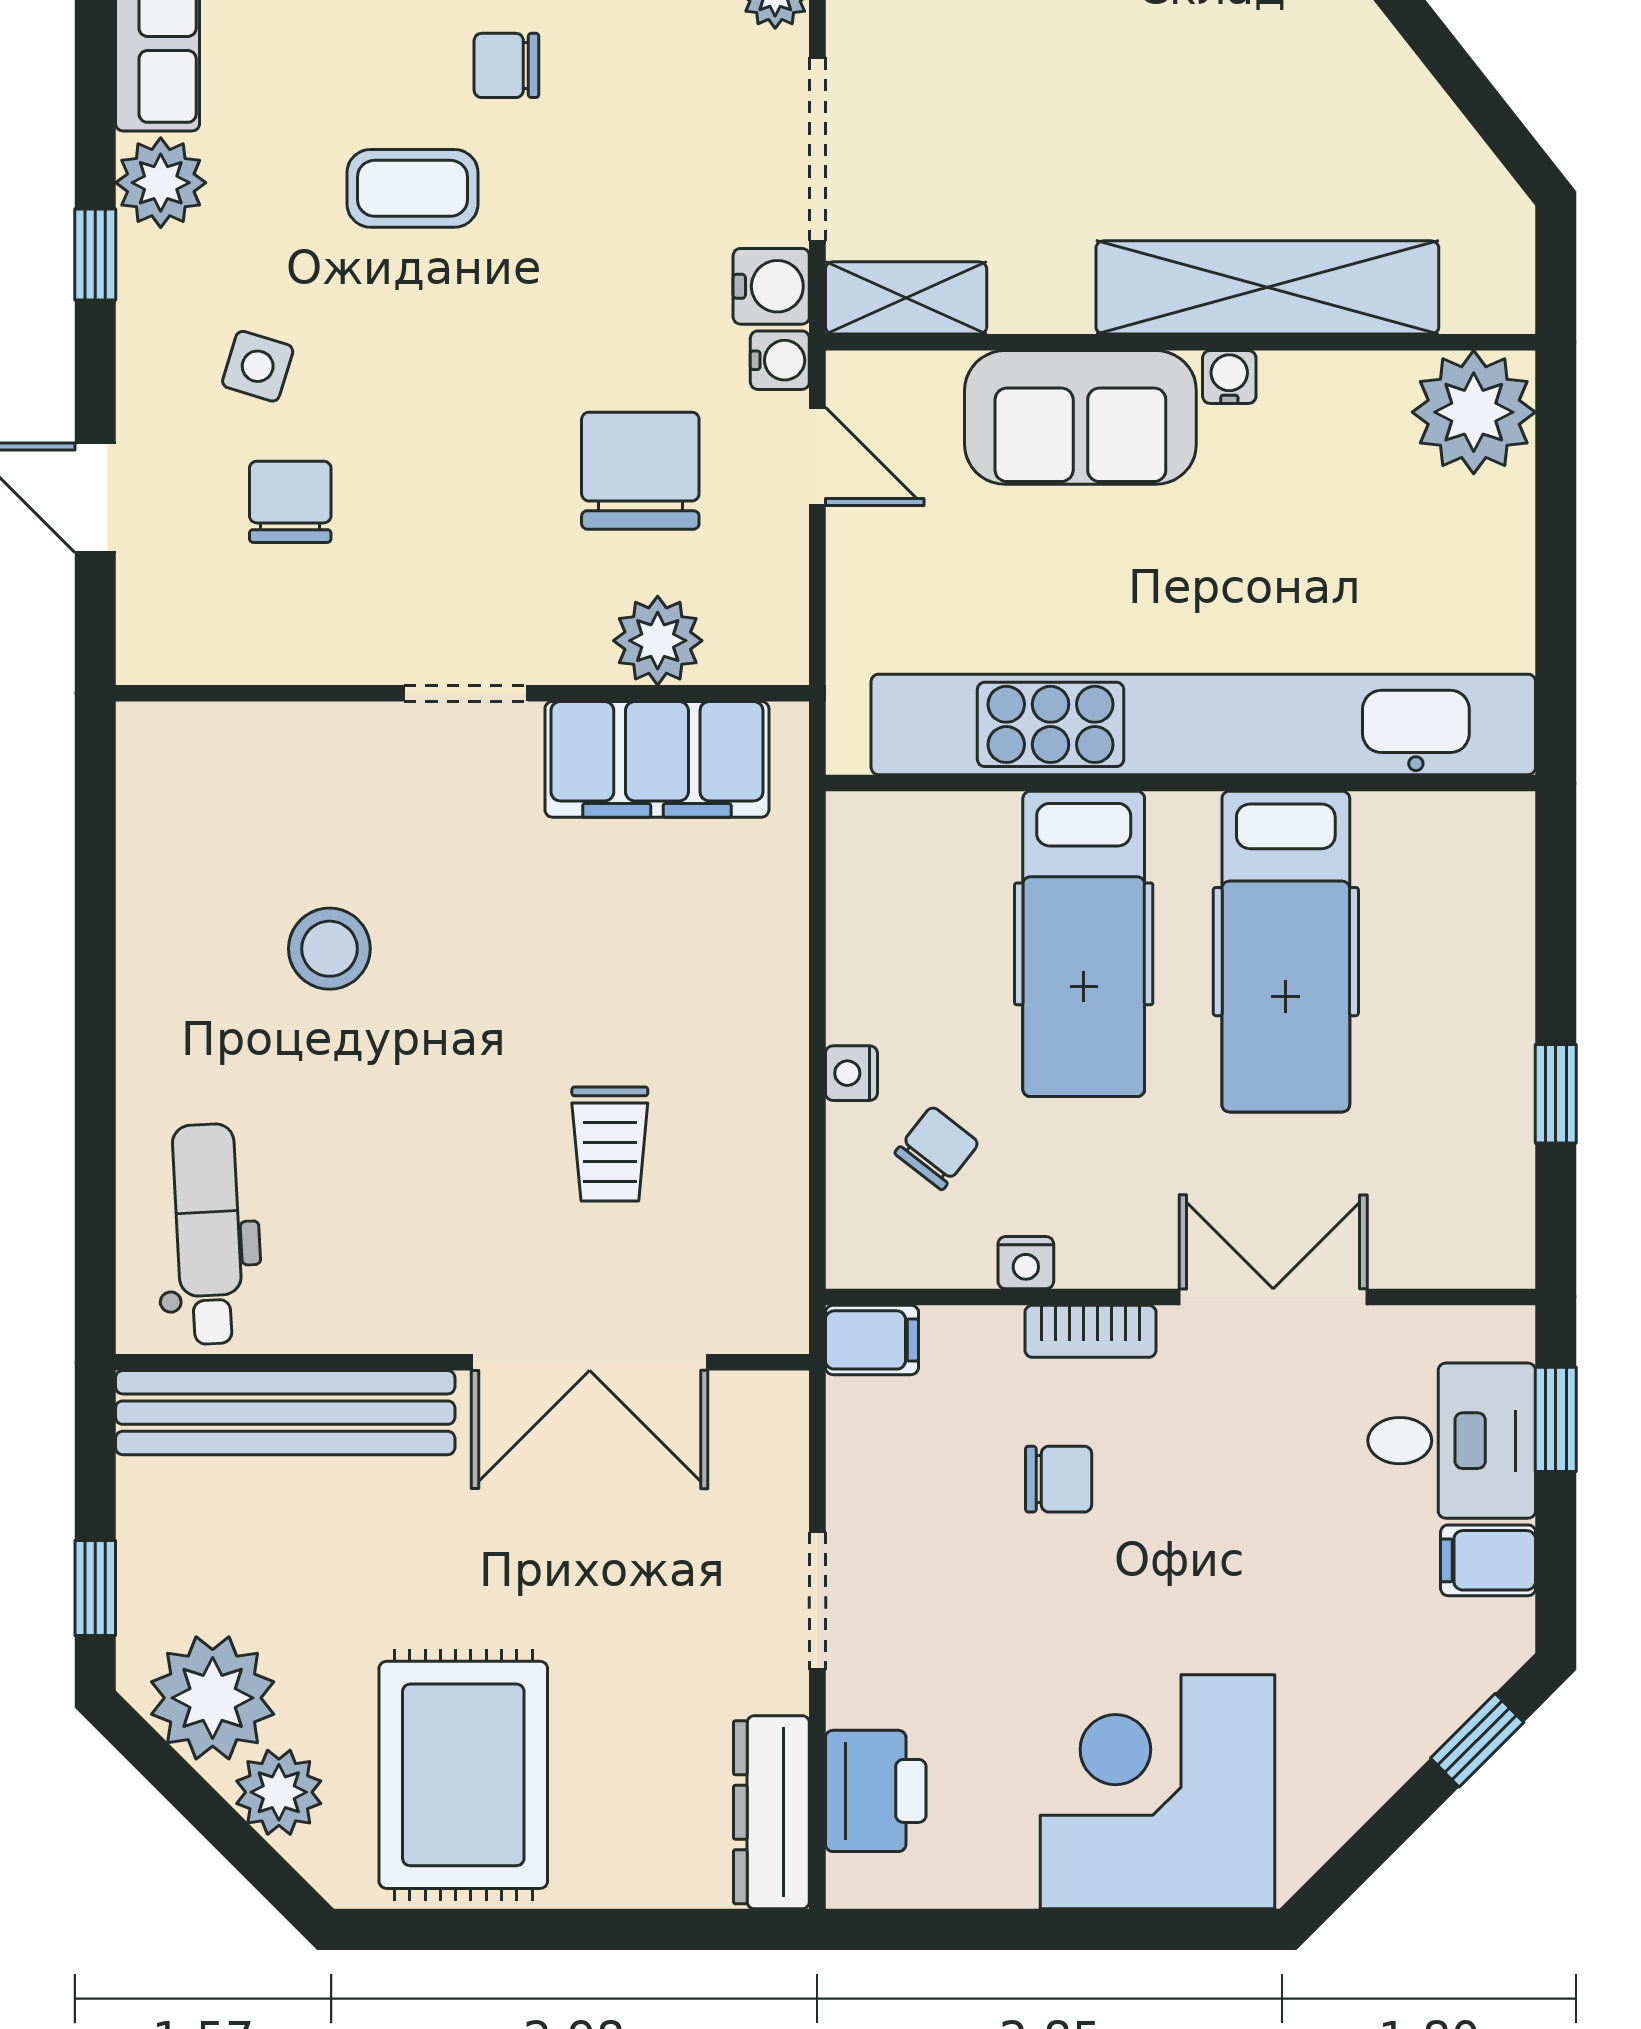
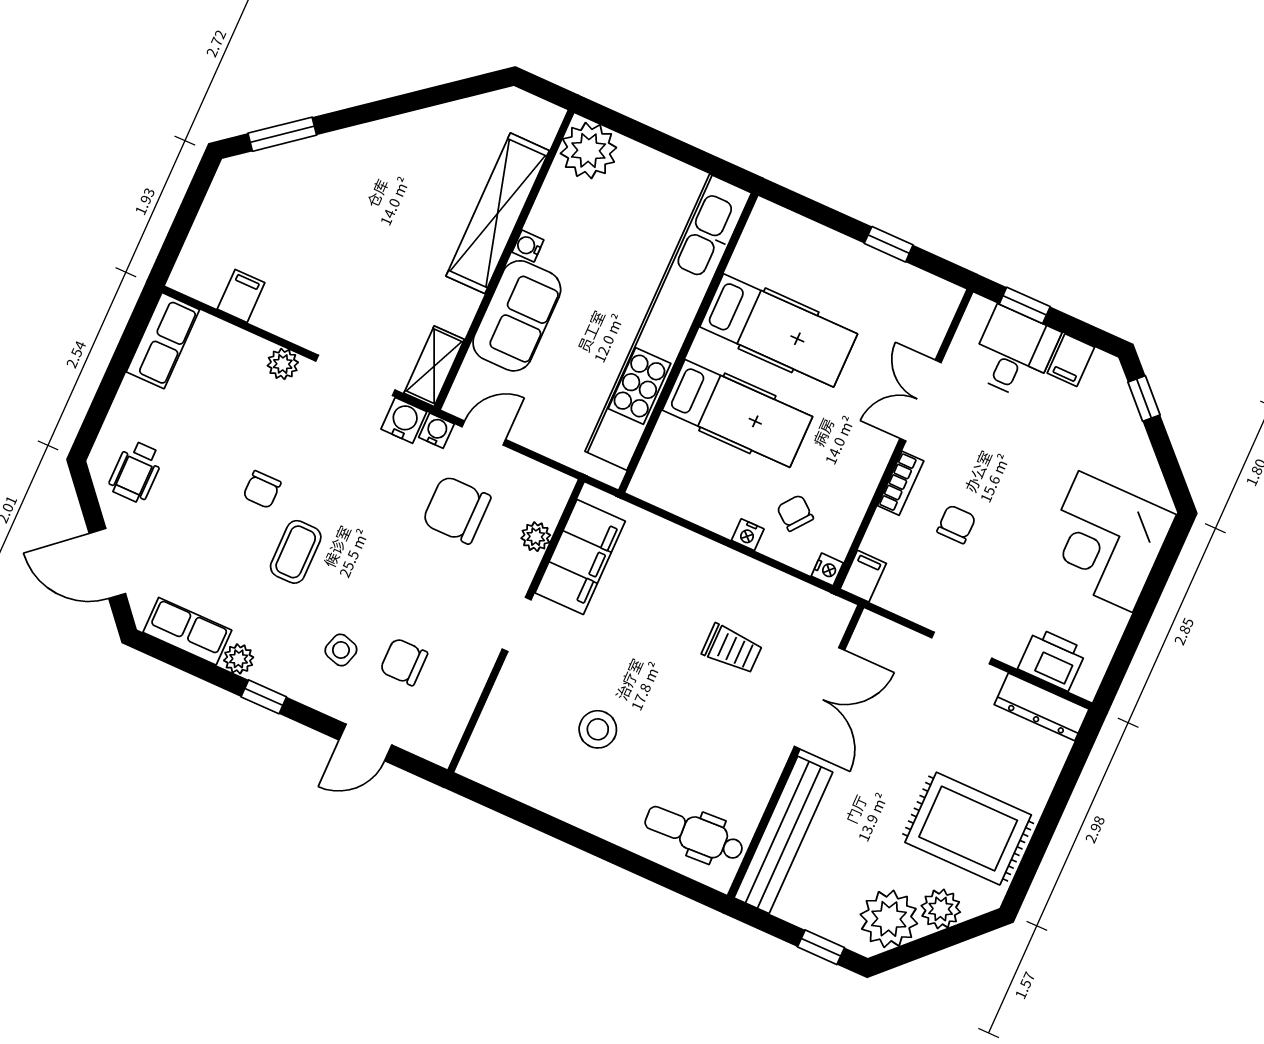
plant: (161, 183) -> (239, 659), width x0.73, depth x0.73
plant: (658, 641) -> (536, 537), width x0.73, depth x0.73
nightstand: (1026, 1263) -> (827, 569), moved

